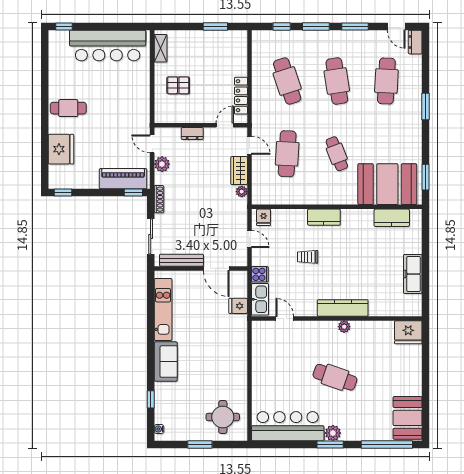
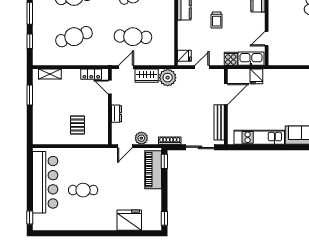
shelving: (161, 48) -> (50, 74), moved
locker: (241, 96) -> (91, 74), width x0.66
cafe table: (68, 108) -> (83, 190), moved, turned 90
plant: (242, 192) -> (168, 78), width x1.88, depth x1.88

